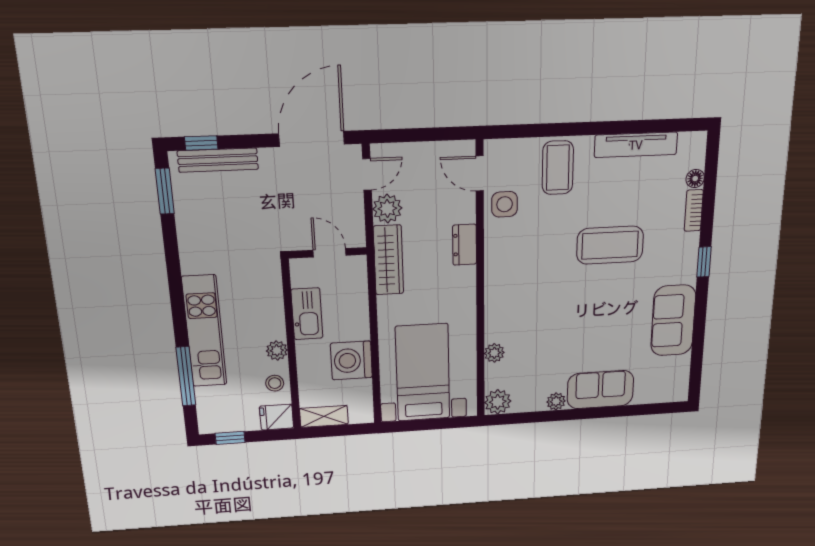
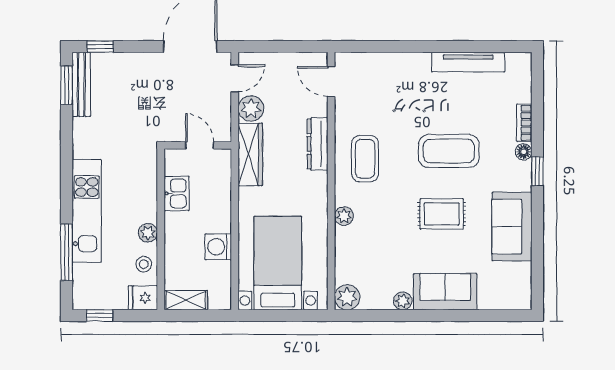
bench: (218, 160) -> (81, 84), moved, turned 90
coffee table: (558, 168) -> (365, 159), moved
floor lamp: (695, 179) -> (524, 152), moved
side table: (505, 204) -> (353, 109), removed
dresser: (465, 245) -> (317, 144), width x1.44
rug: (600, 312) -> (442, 214), added
kitchen sink: (307, 314) -> (177, 193), width x0.73
plant: (494, 353) -> (344, 216), moved
washing machine: (351, 360) -> (218, 247), width x0.73, depth x0.73

